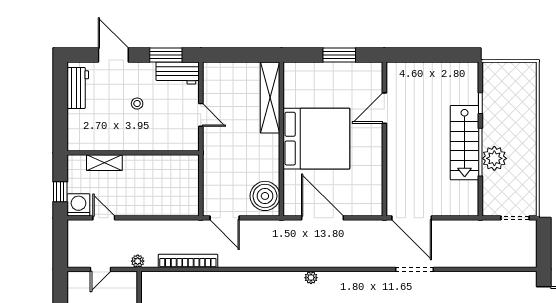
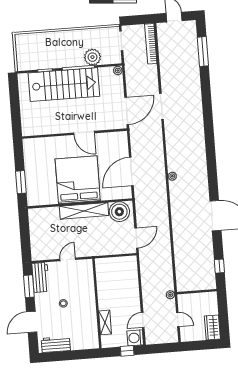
window: (339, 55) -> (21, 182), moved
shelving: (270, 98) -> (84, 211), moved
door: (384, 108) -> (84, 133), moved
stairs: (465, 143) -> (64, 85), width x1.36, depth x1.51
plant: (494, 158) -> (92, 57), moved
plant: (472, 210) -> (118, 70), added
bookcase: (188, 261) -> (151, 44), moved

